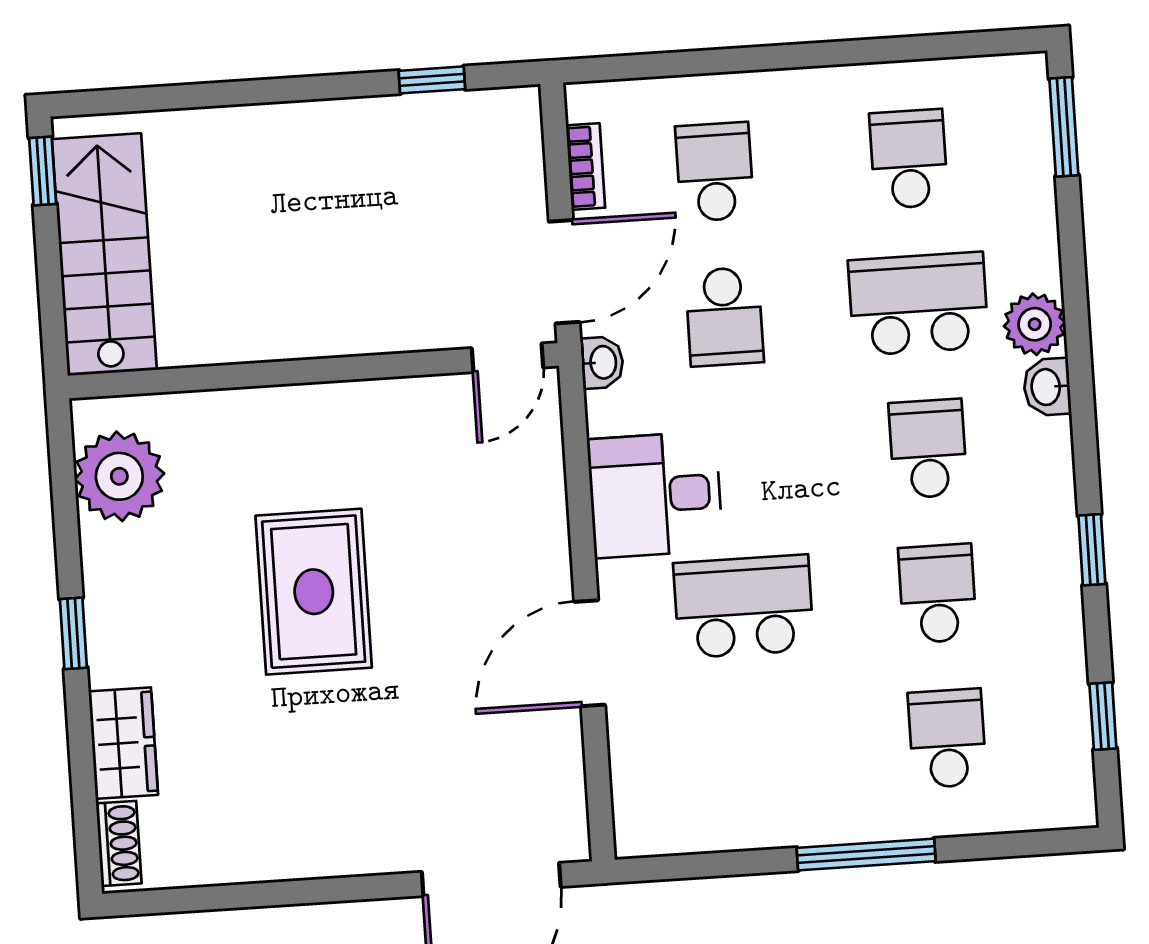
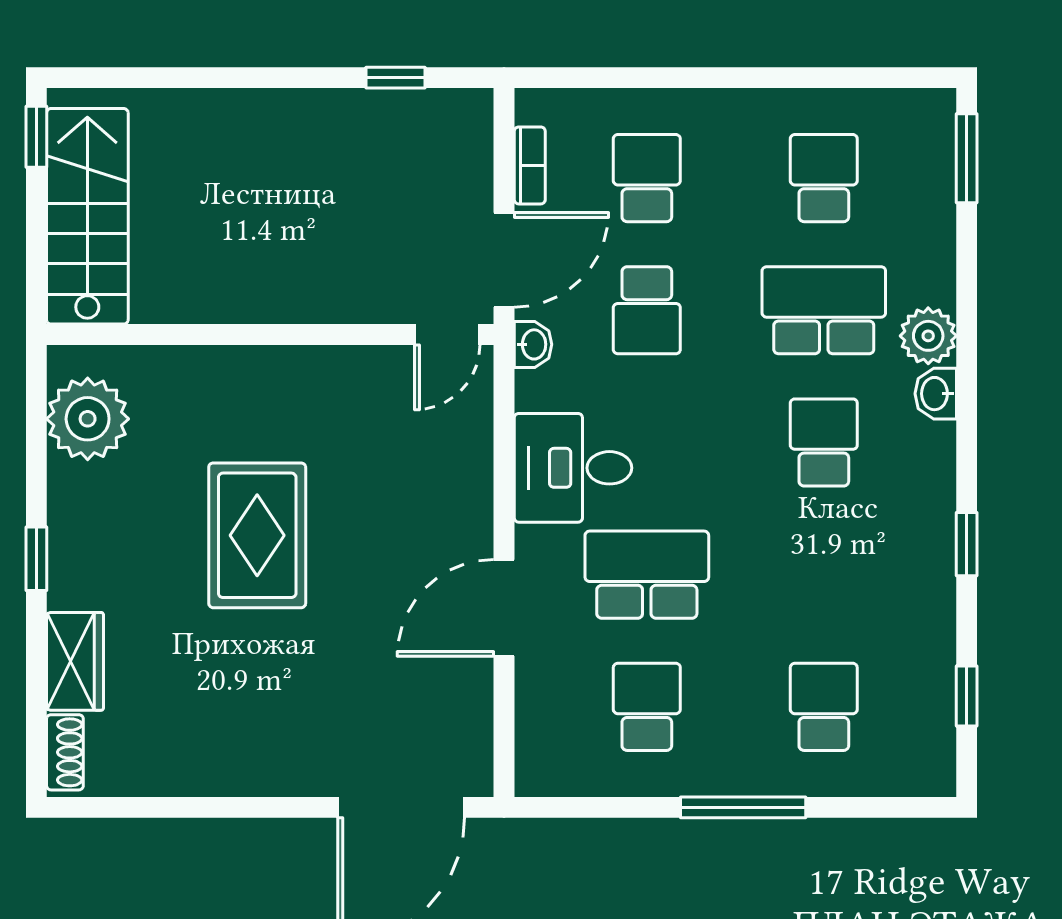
school desk: (938, 594) -> (647, 707), moved

